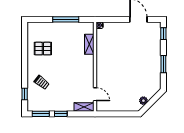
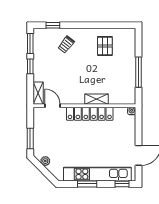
shelving: (89, 44) -> (97, 99), moved
kitchen unit: (155, 55) -> (97, 174), added
locker: (102, 62) -> (90, 114), added
door: (95, 94) -> (53, 106), swing flipped
window: (124, 114) -> (30, 138), added

